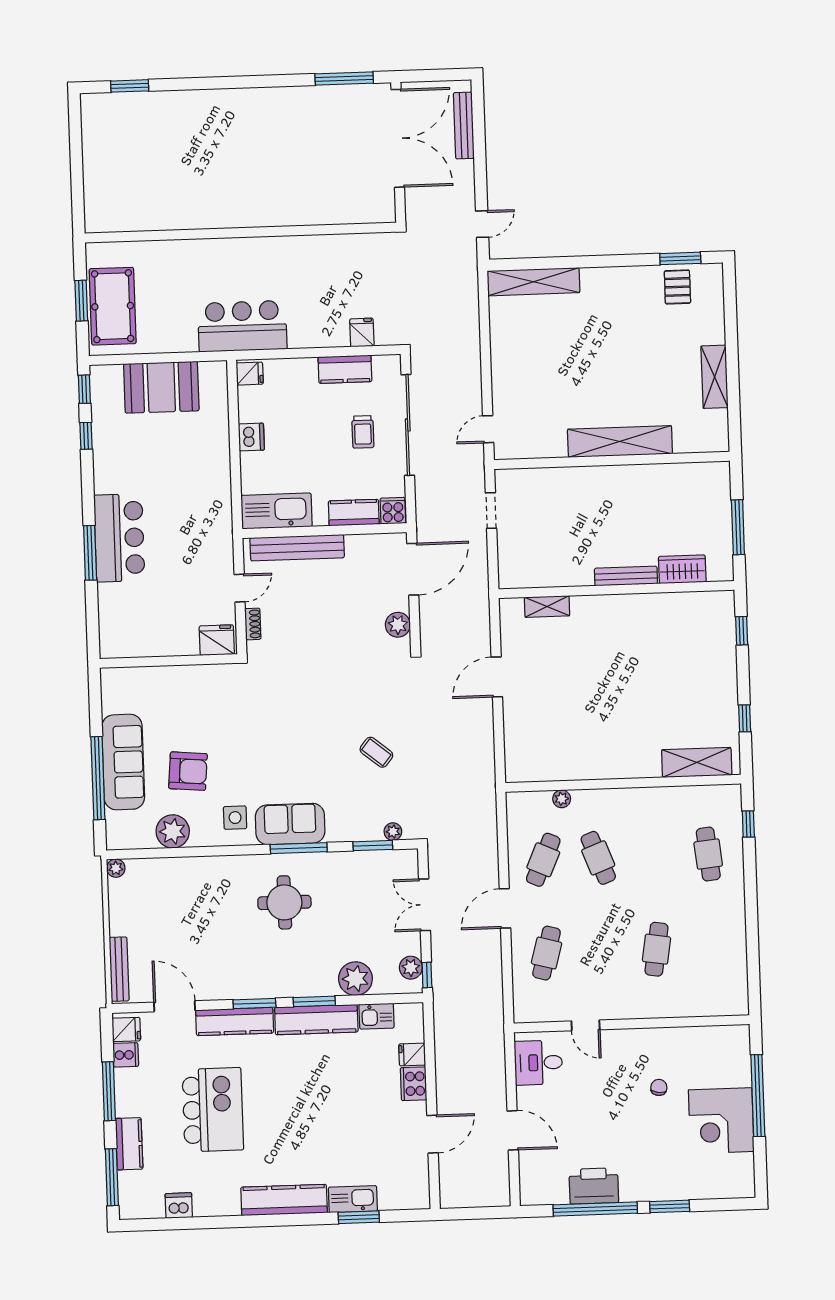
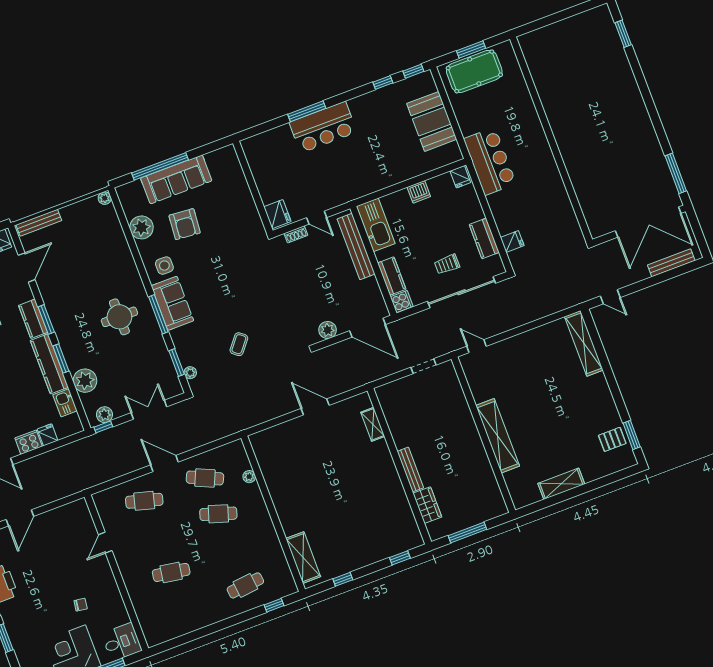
cafe table: (598, 858) -> (218, 514), turned 39
kitchen counter: (235, 1022) -> (33, 319), width x0.67
desk: (538, 1063) -> (122, 642), moved, turned 90

